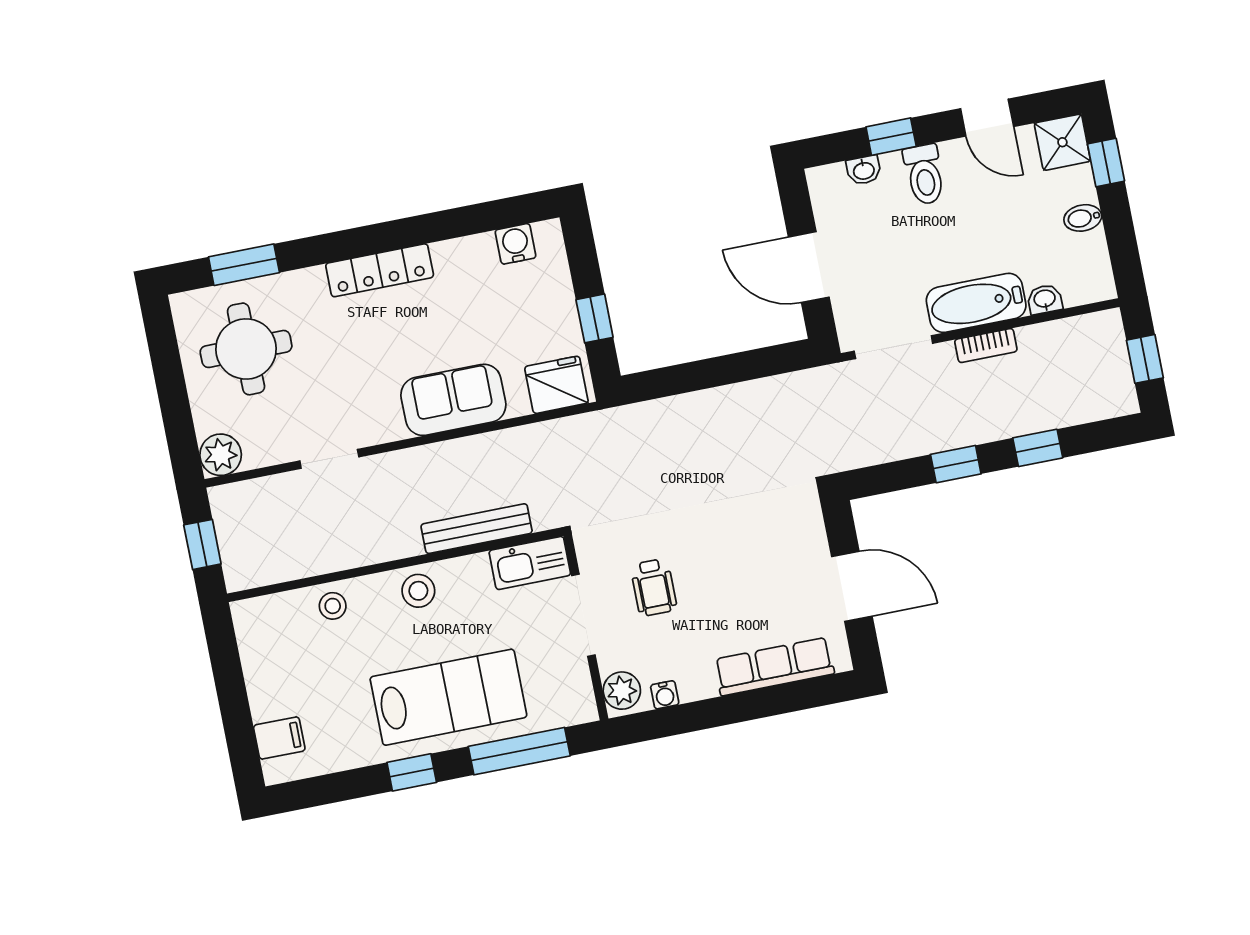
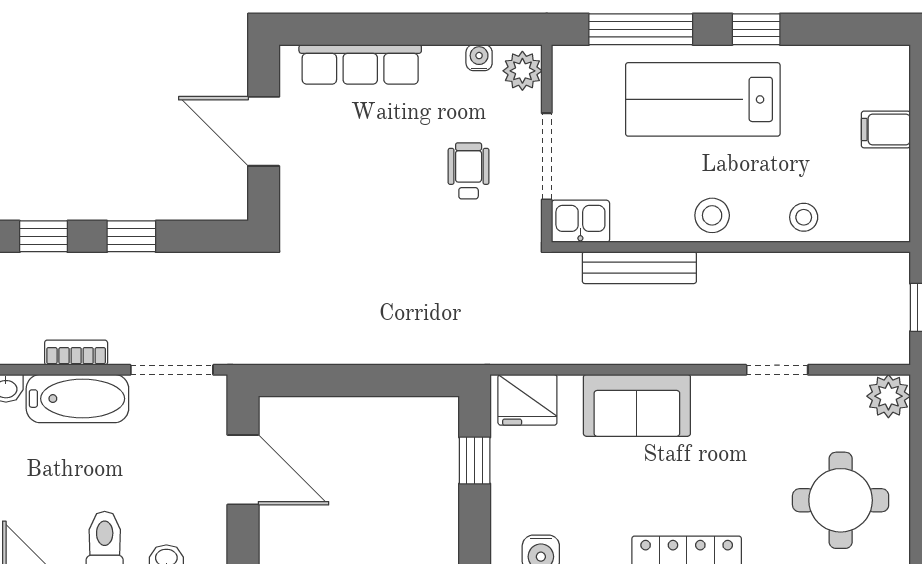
kitchen sink: (530, 563) -> (580, 221), width x0.73
filing cabinet: (279, 738) -> (886, 129), moved

